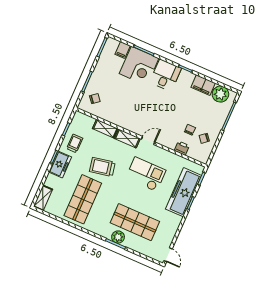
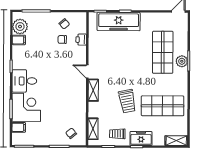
filing cabinet: (203, 85) -> (19, 40), width x0.50
shelving: (105, 129) -> (93, 129), moved
checkout: (146, 174) -> (117, 61), removed

